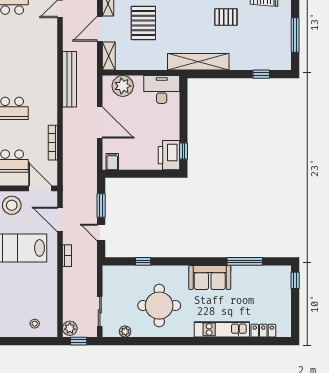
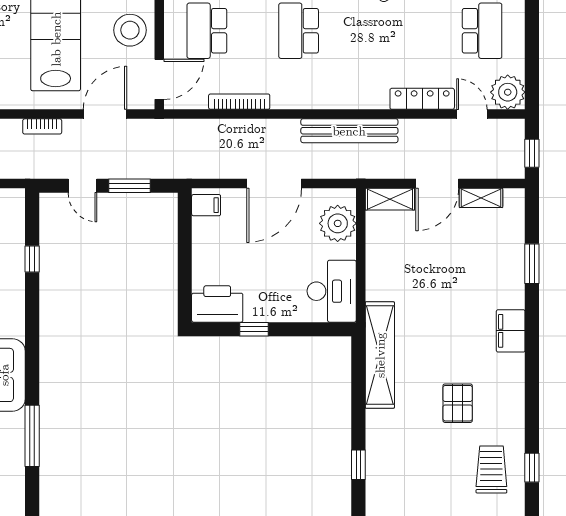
pallet: (143, 23) -> (447, 259), removed
door: (100, 29) -> (437, 183), swing flipped
locker: (51, 37) -> (422, 99), added
window: (184, 151) -> (254, 329), moved
door: (101, 232) -> (83, 186), swing flipped

